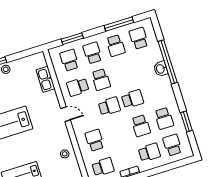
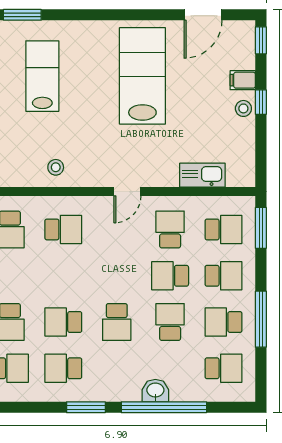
window: (119, 24) -> (261, 319), moved
window: (72, 39) -> (261, 228), moved
school desk: (109, 106) -> (170, 322), moved, turned 180
window: (186, 121) -> (86, 407), moved

